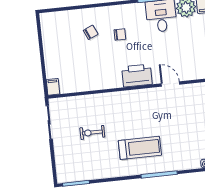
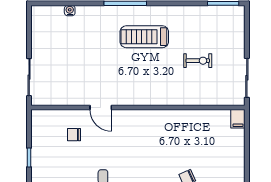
chair: (120, 34) -> (74, 135), moved
printer: (137, 76) -> (139, 121), removed

